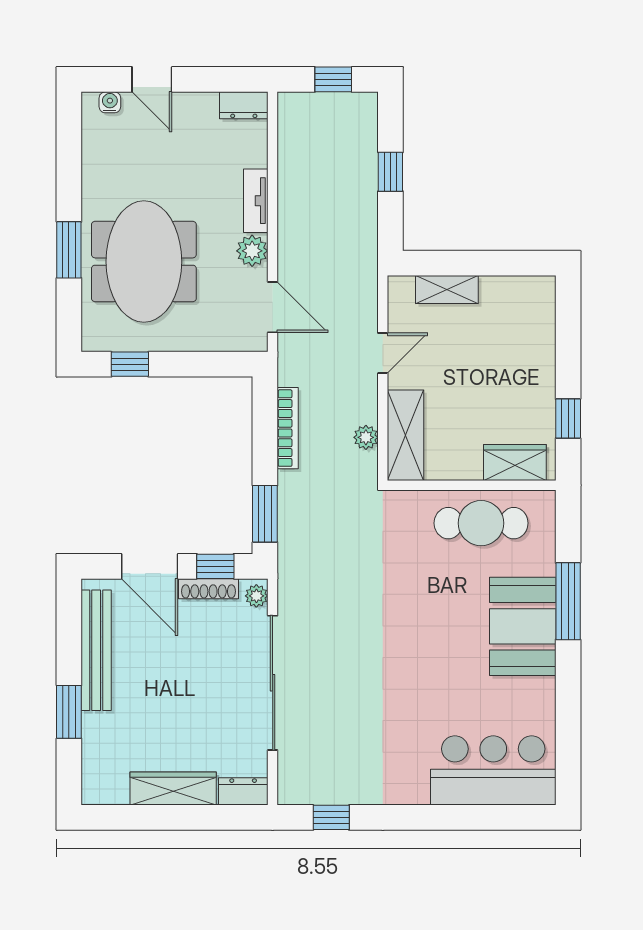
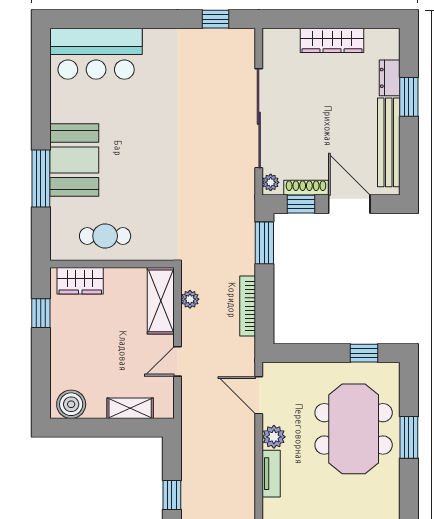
boiler: (527, 295) -> (71, 404), added
cafe table: (481, 523) -> (105, 236), width x0.73, depth x0.74
dresser: (243, 791) -> (390, 78), moved, turned 90

